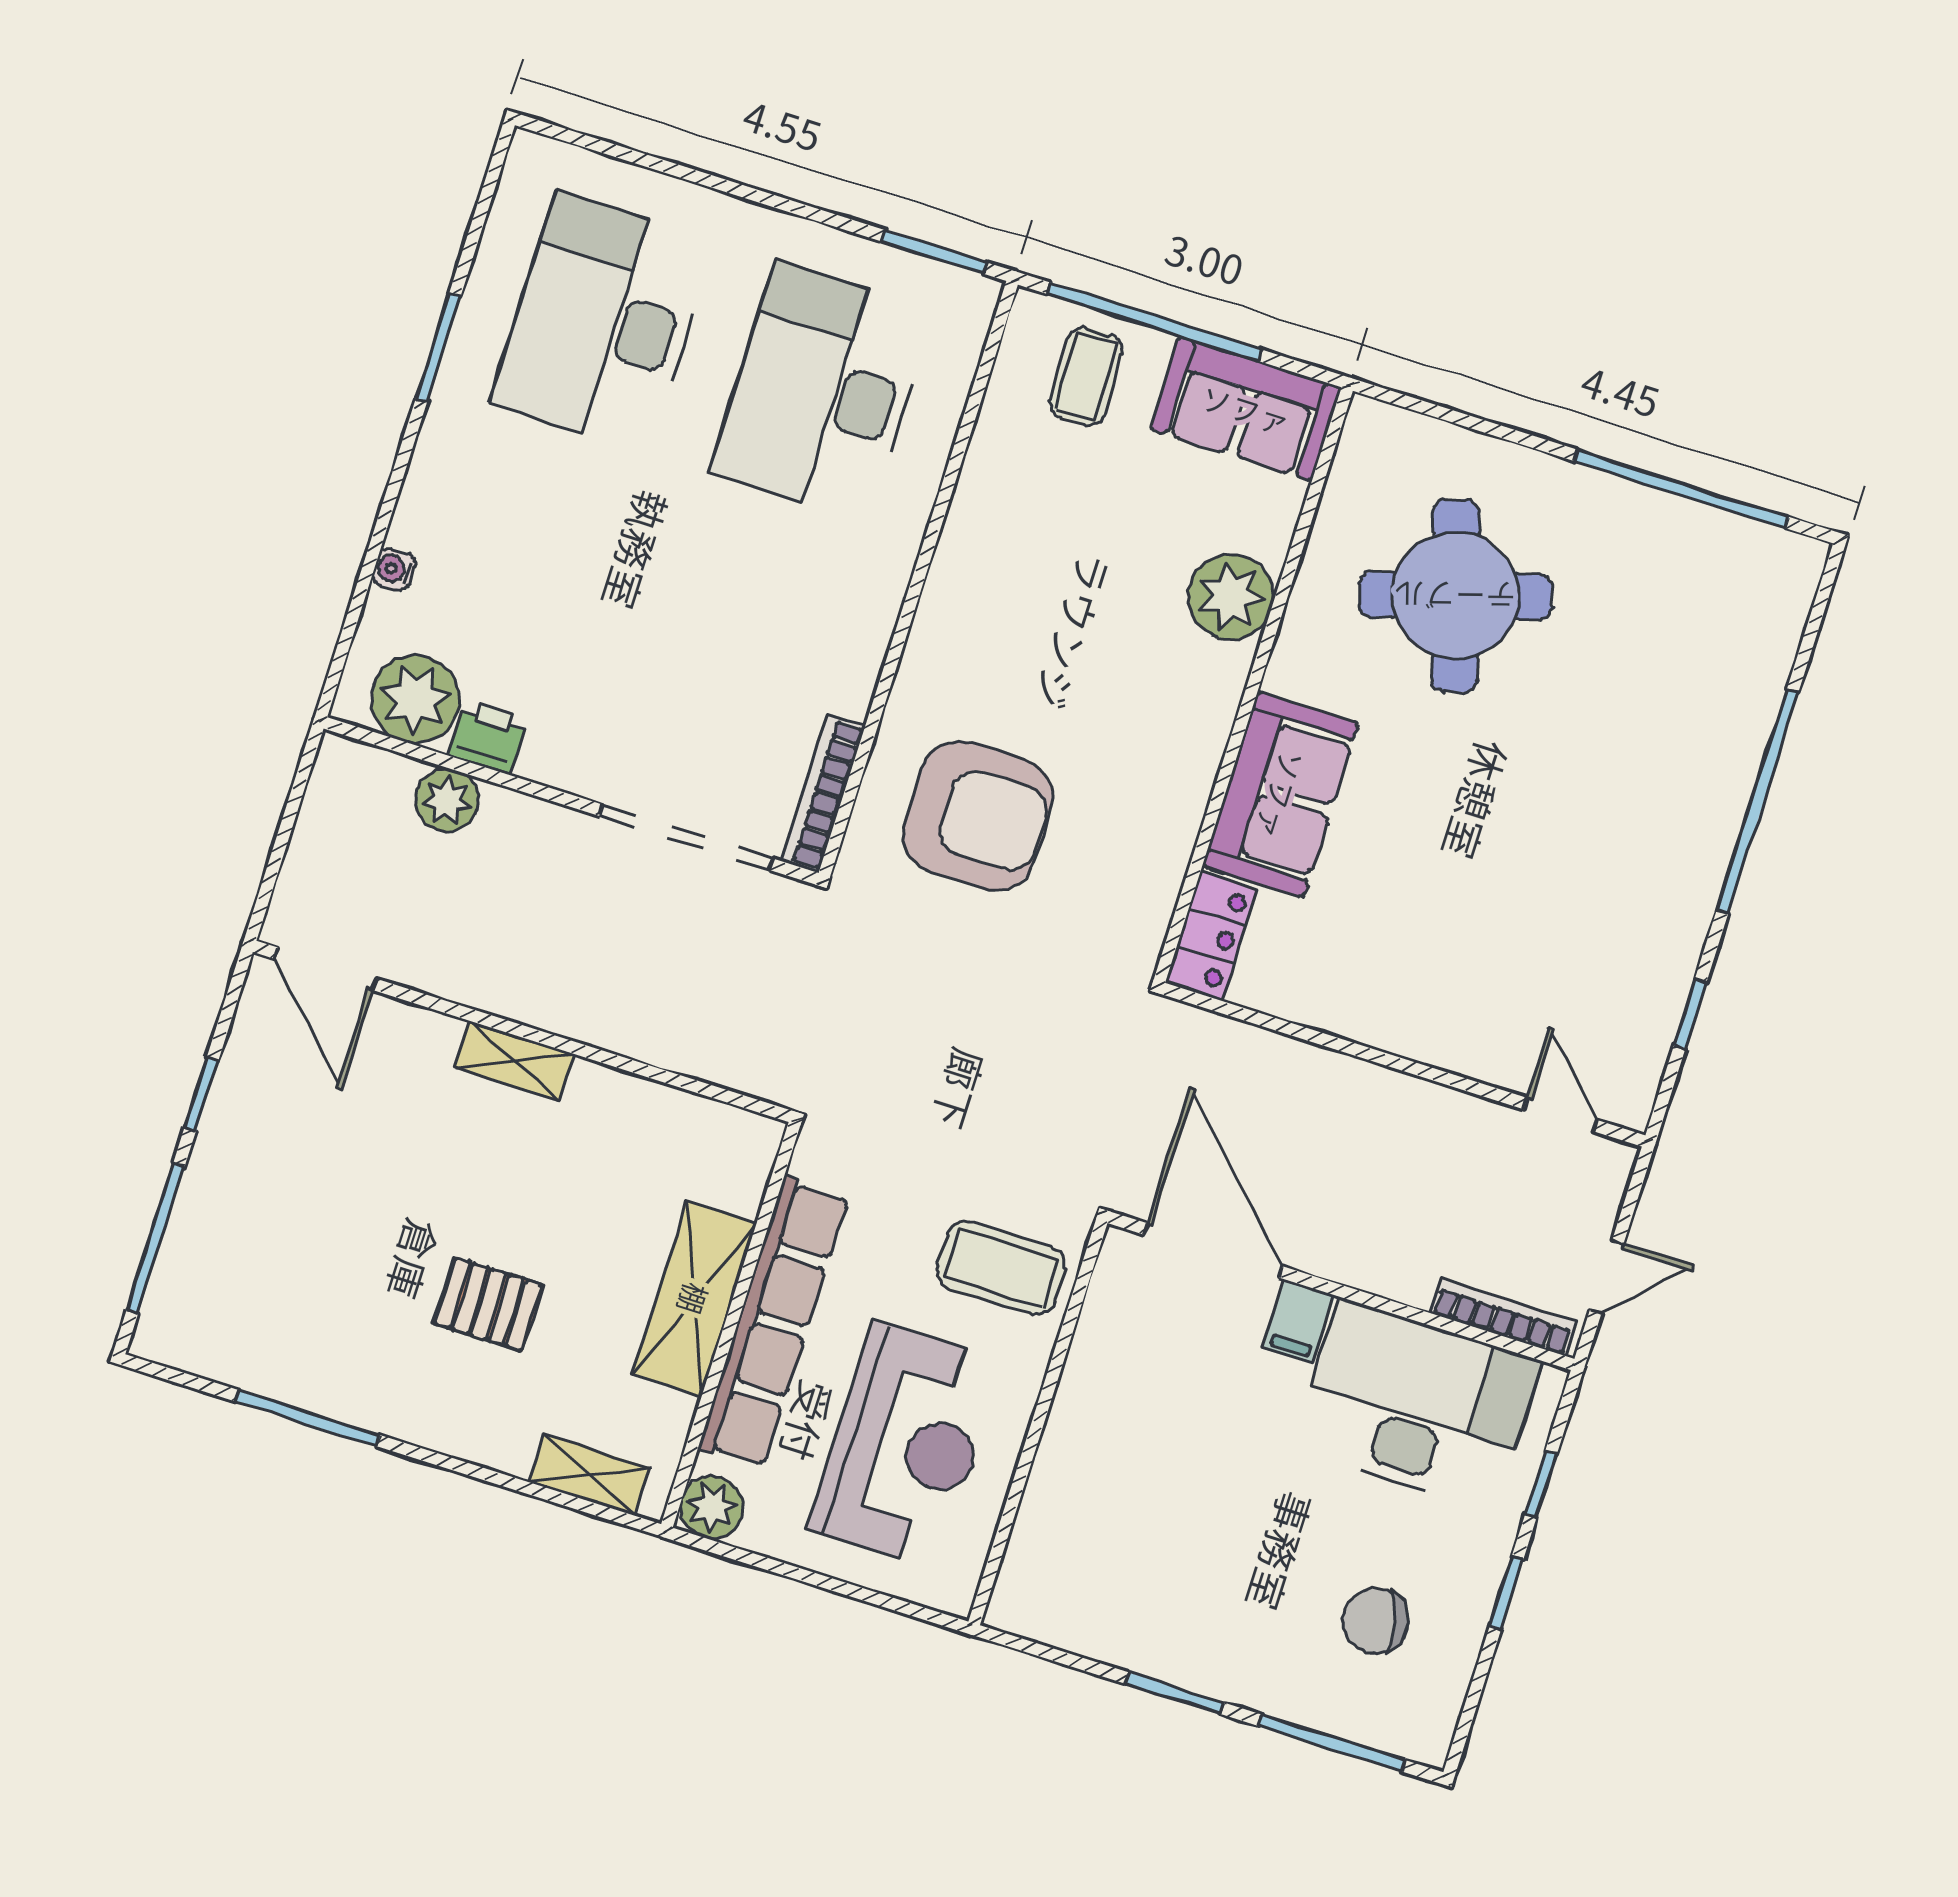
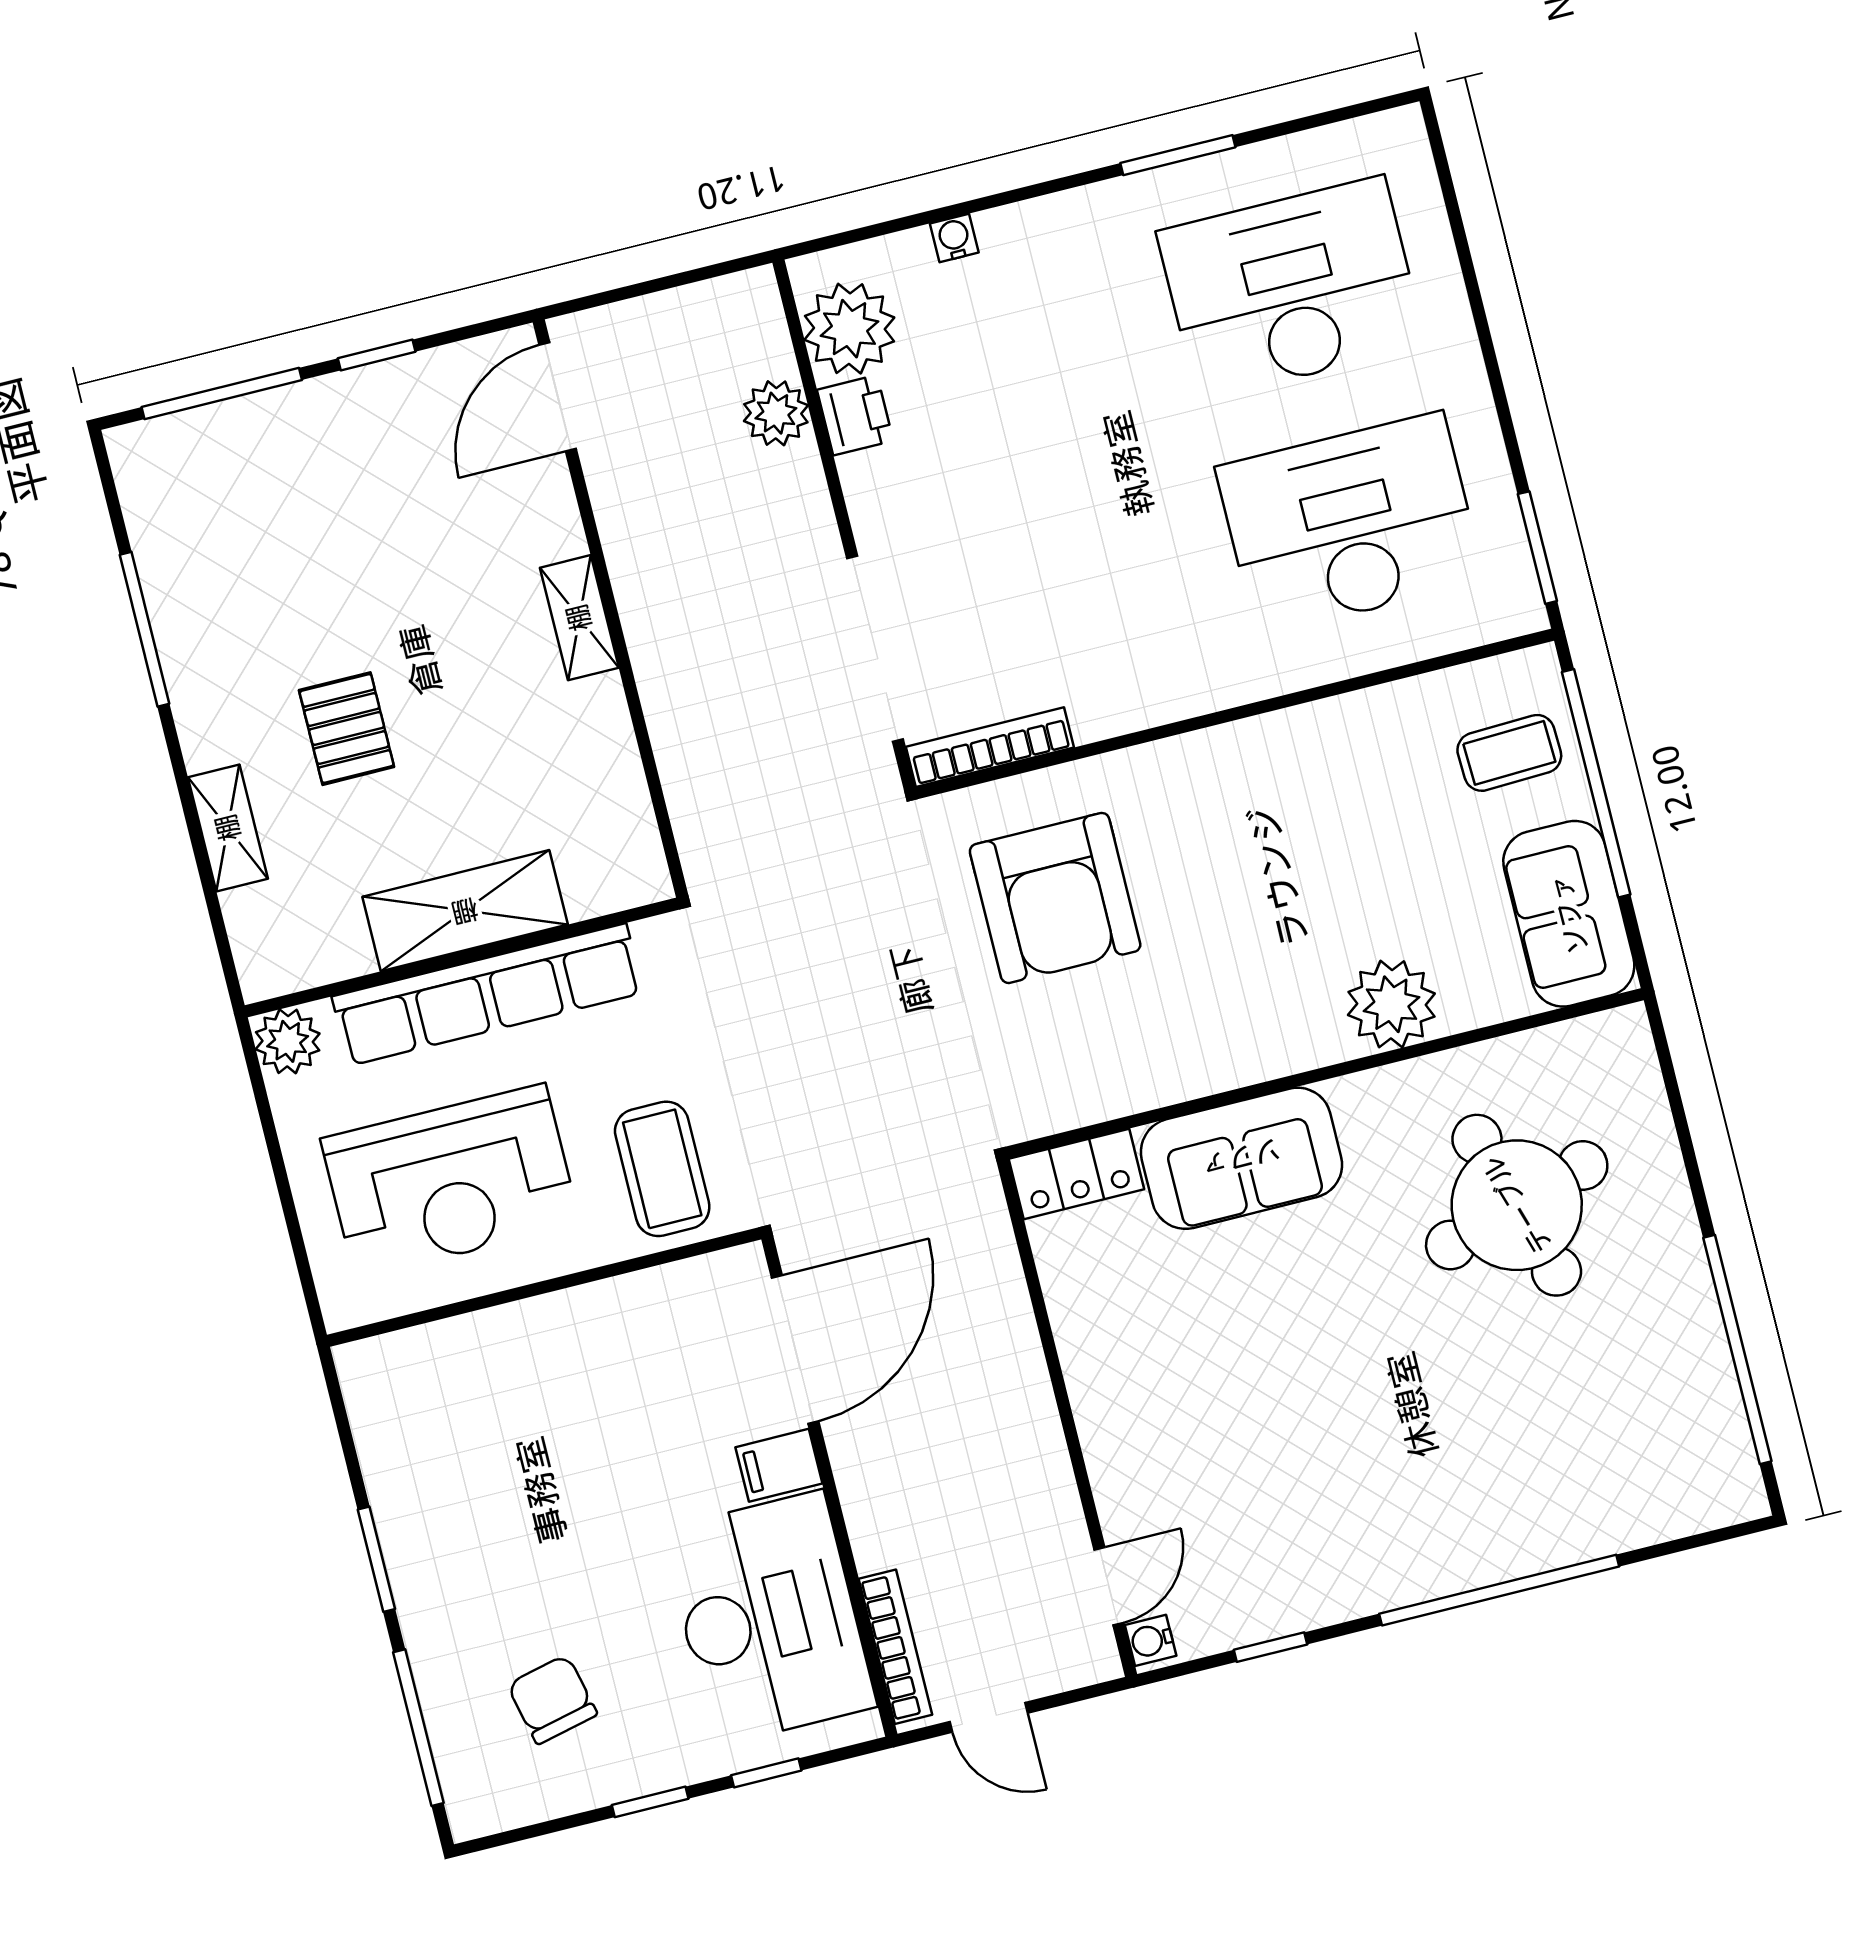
water cooler: (1625, 1108) -> (1151, 1640), added
shelving: (589, 1475) -> (228, 828), moved

